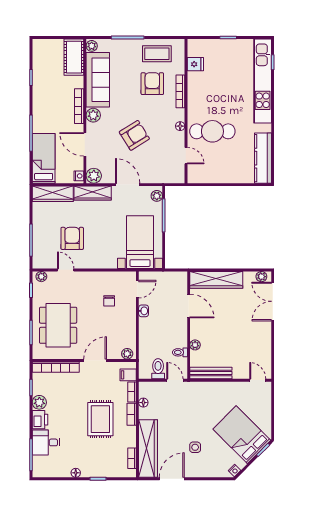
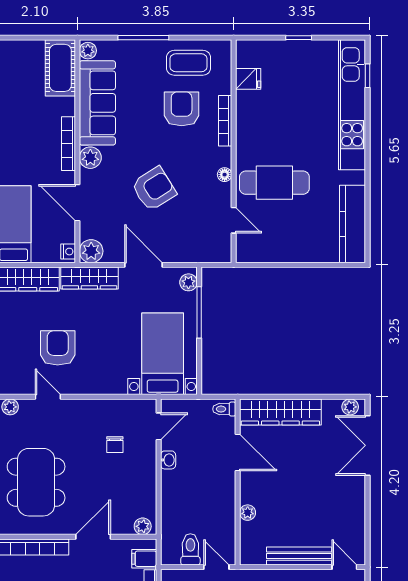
toilet: (180, 352) -> (224, 409), moved
bench: (211, 373) -> (299, 556), moved

